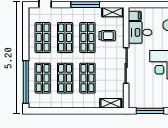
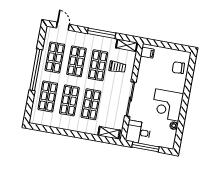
desk: (140, 32) -> (138, 132), moved
window: (26, 82) -> (36, 70), moved

